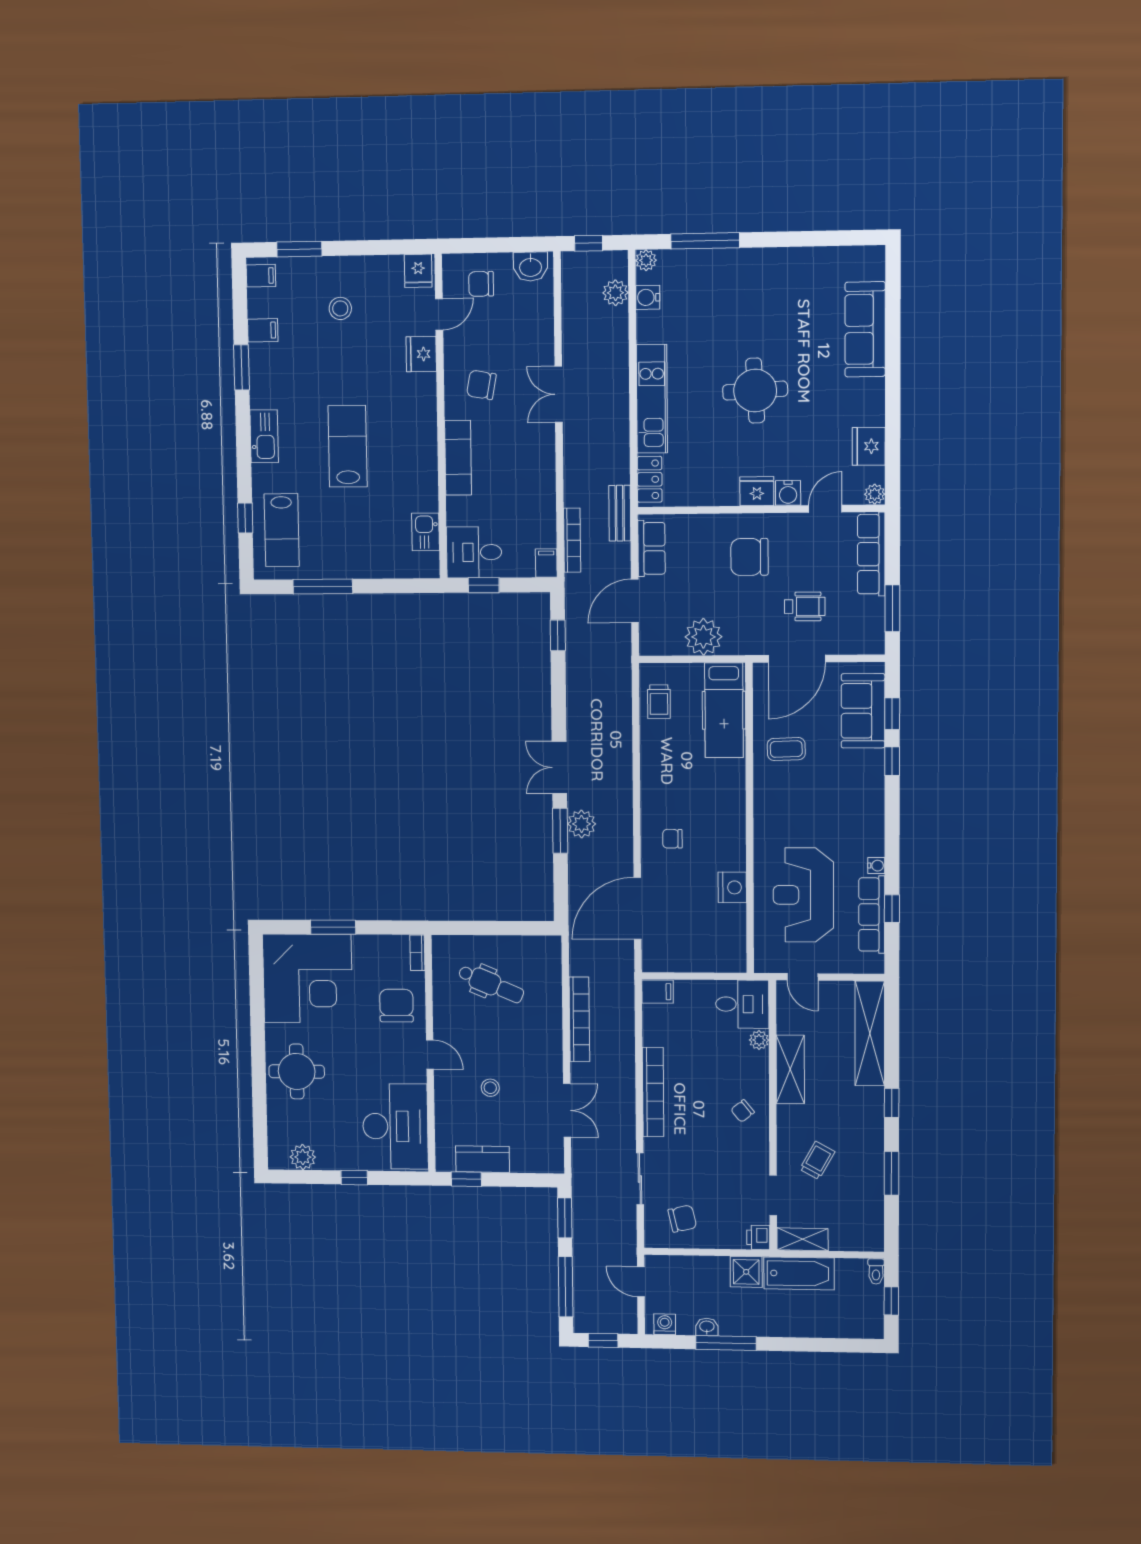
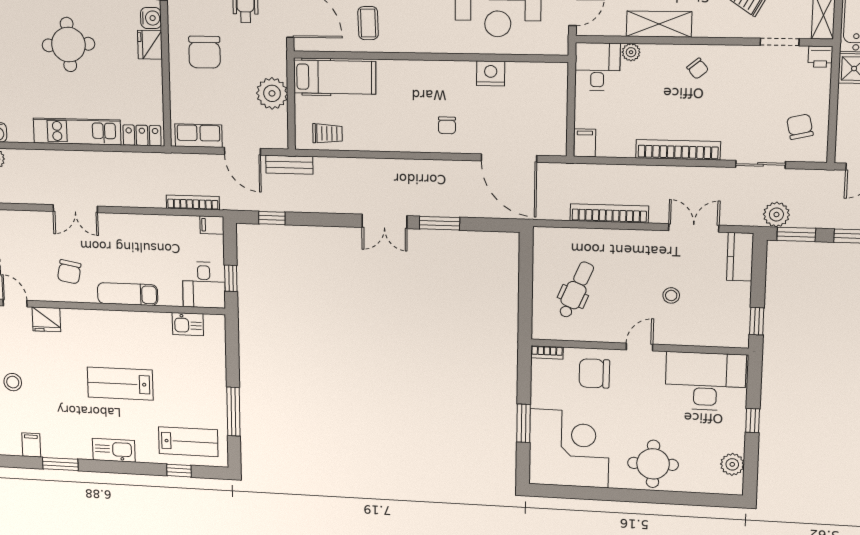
bench: (620, 513) -> (289, 165), moved
plant: (582, 824) -> (776, 215), moved
kitchen counter: (483, 1159) -> (740, 257), moved

